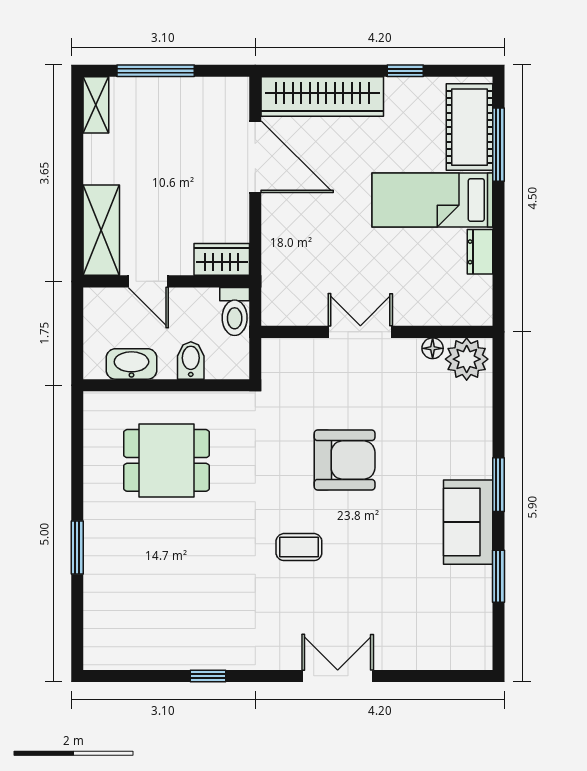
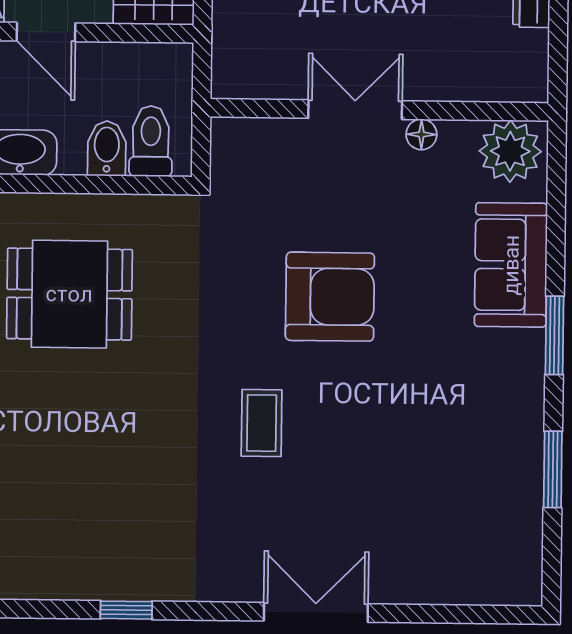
toilet: (235, 312) -> (151, 141), moved, turned 180
floor lamp: (433, 348) -> (421, 134), moved
sofa: (468, 522) -> (511, 265), moved
coffee table: (299, 547) -> (262, 423), turned 90

